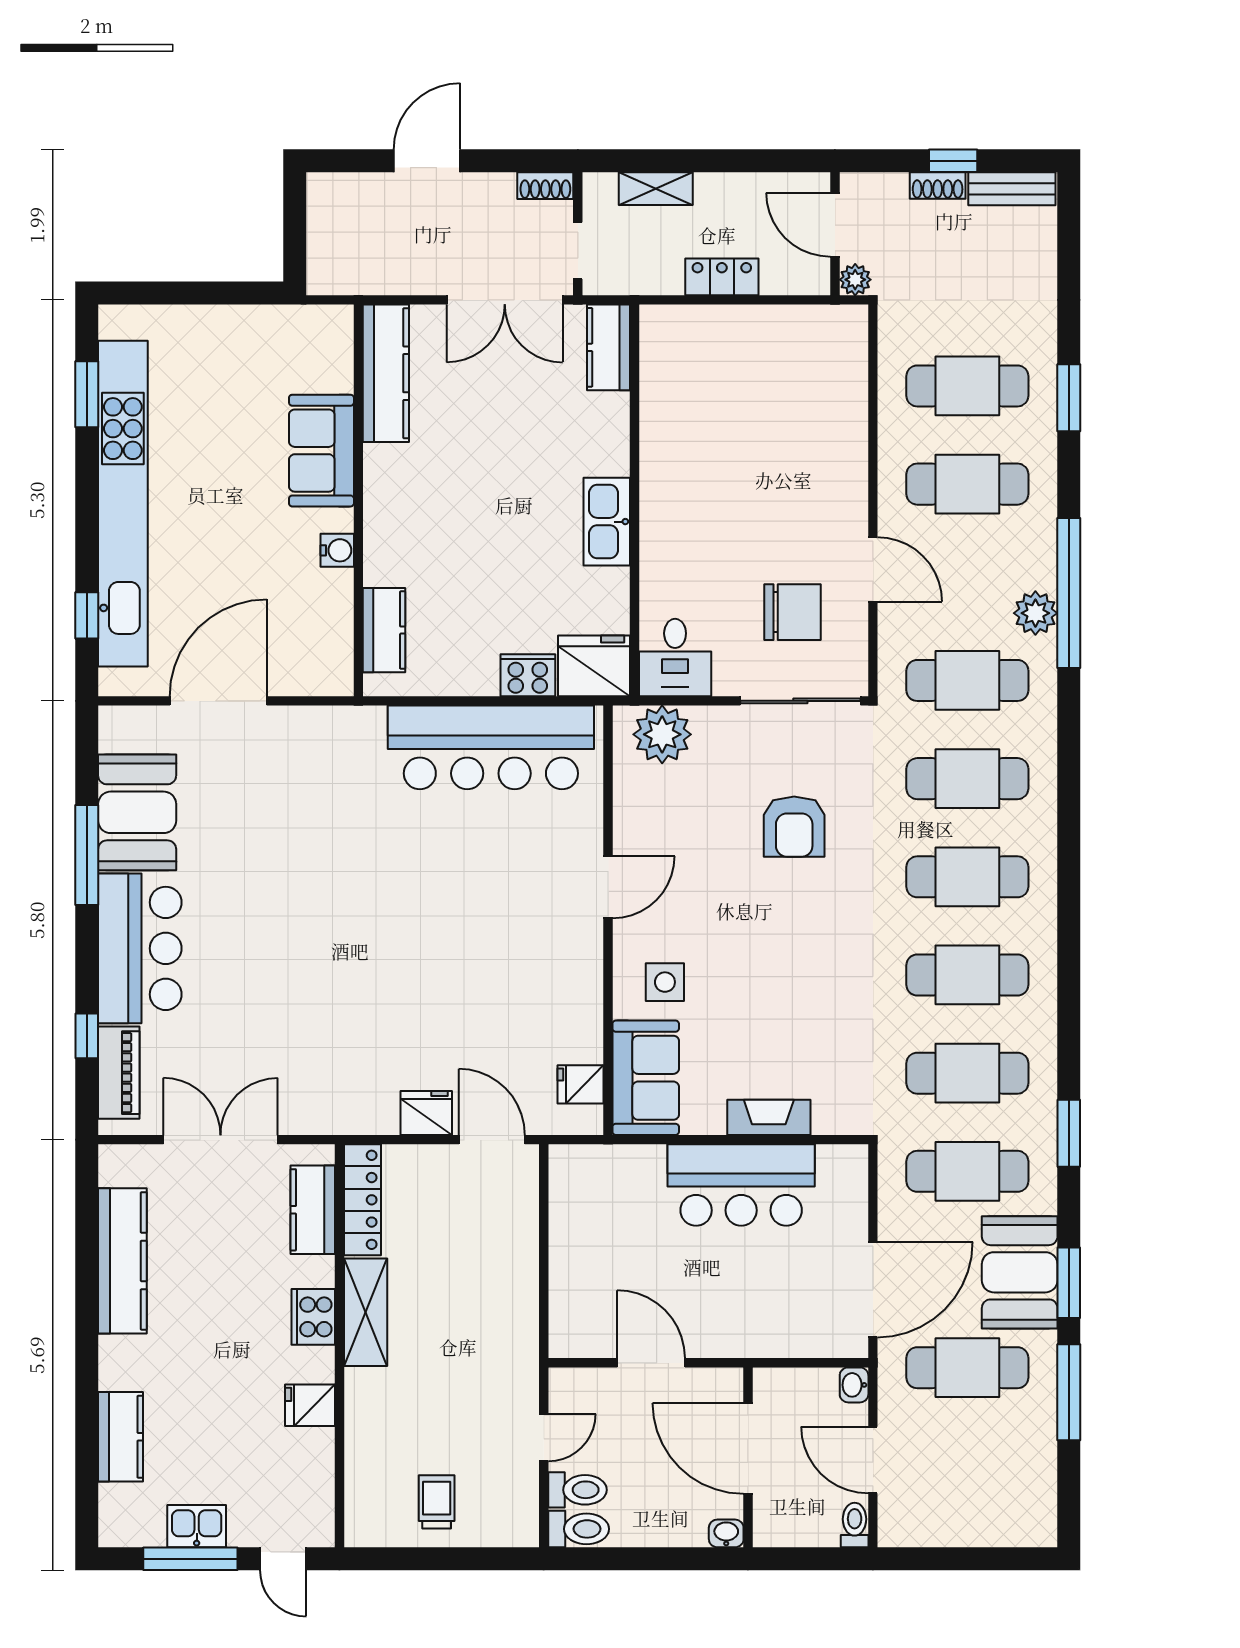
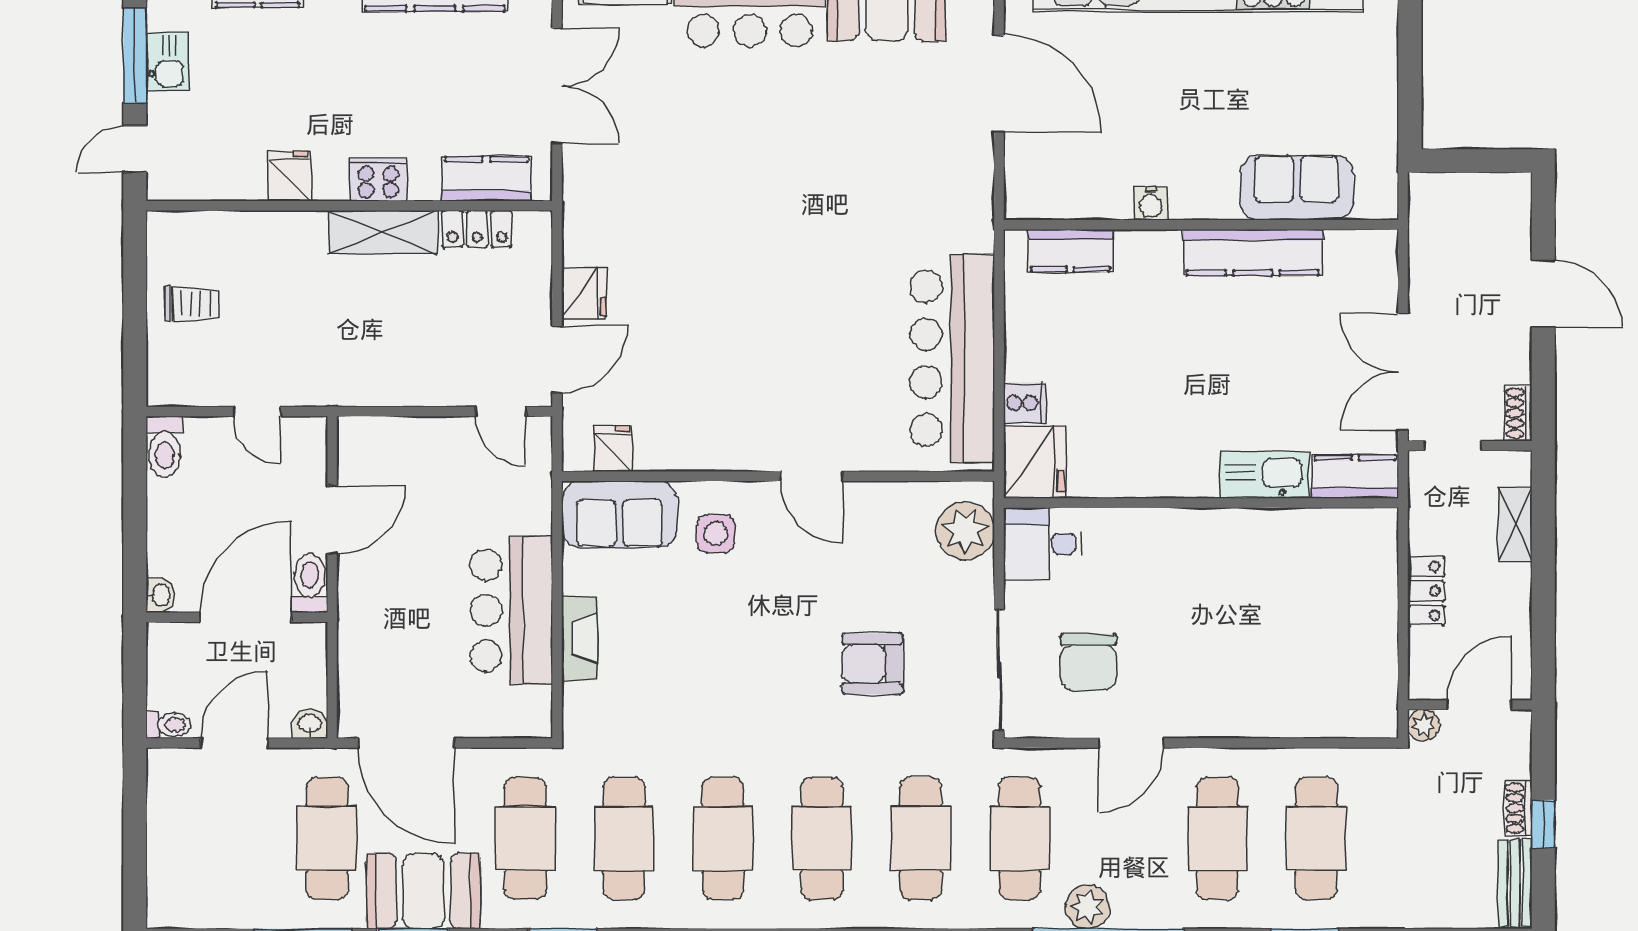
kitchen counter: (386, 373) -> (1253, 252), moved
sofa: (321, 451) -> (1297, 188), moved
kitchen sink: (607, 522) -> (1264, 475), moved
cooker: (528, 675) -> (1025, 403), width x0.73
door: (544, 1195) -> (501, 411), added
locker: (362, 1200) -> (477, 229), width x0.66
toilet: (577, 1490) -> (310, 583), moved, turned 180

